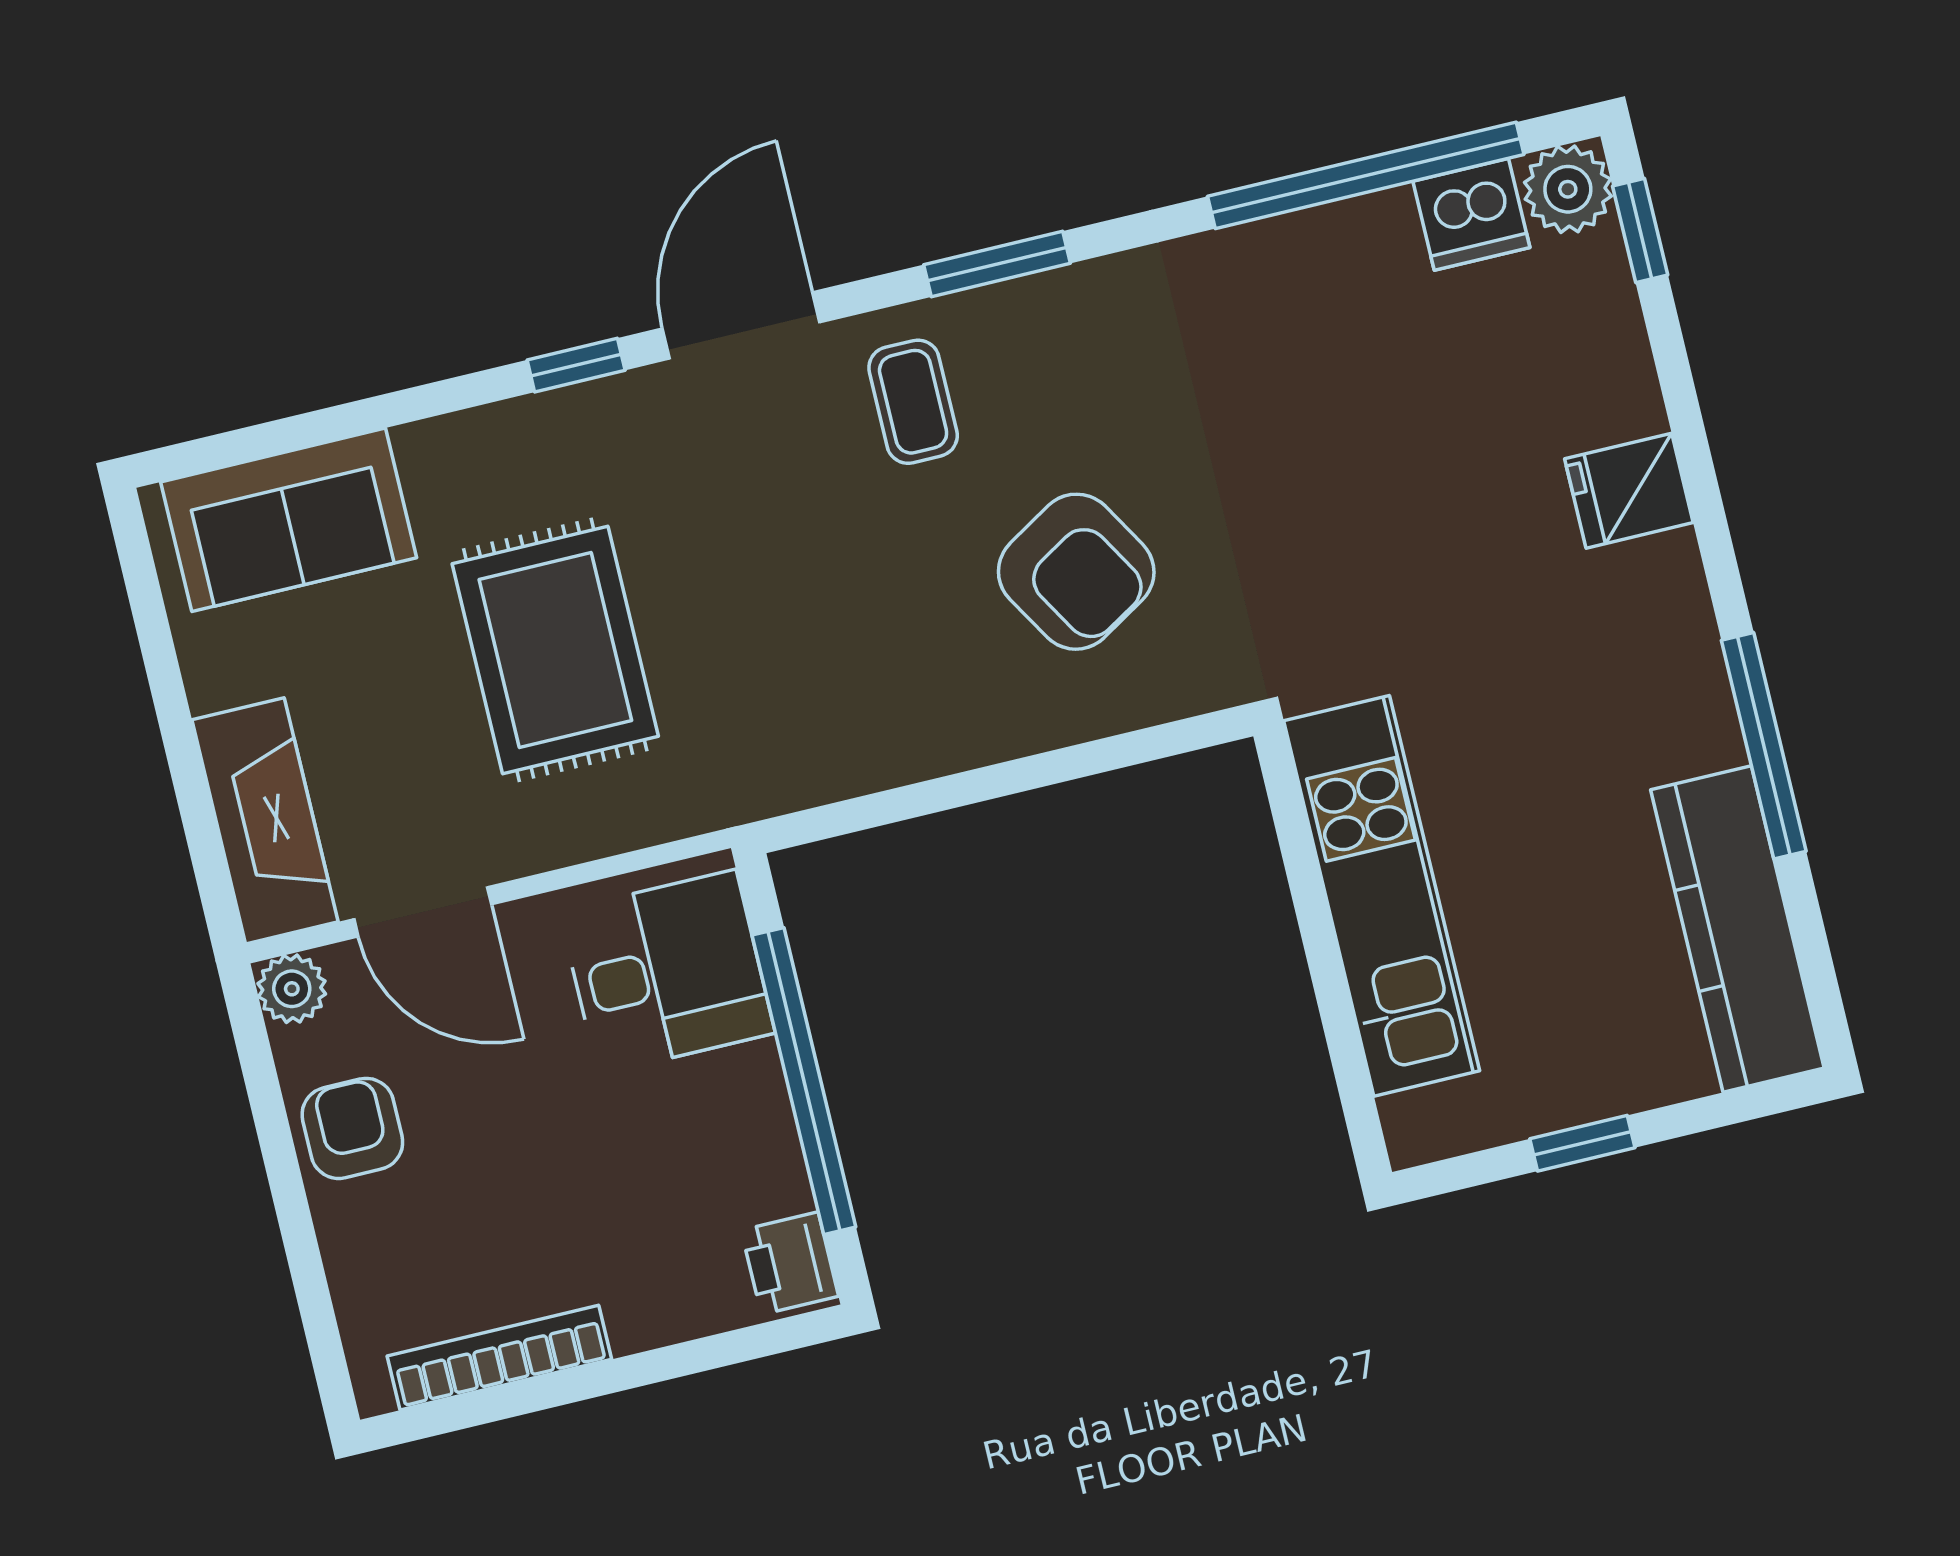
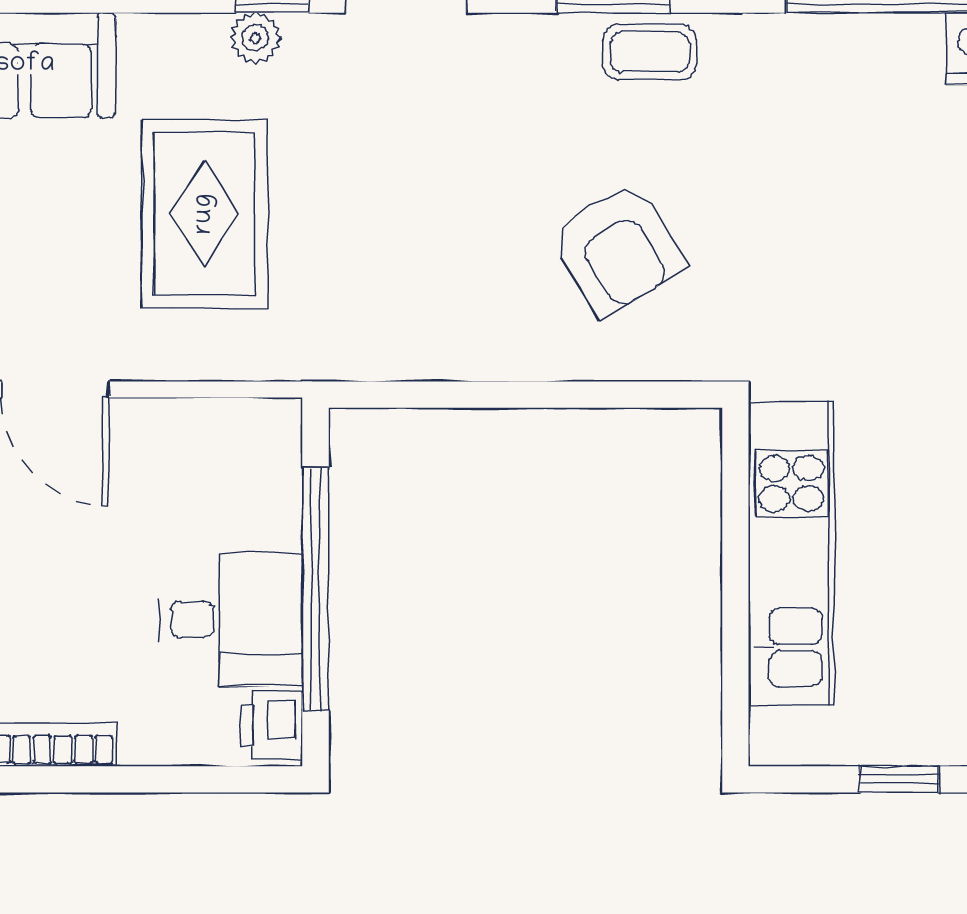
coffee table: (913, 402) -> (650, 52), moved, turned 90
plant: (566, 418) -> (256, 38), added
desk: (667, 972) -> (231, 620), moved

